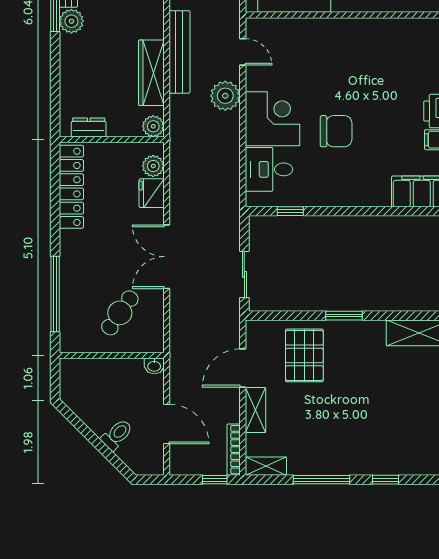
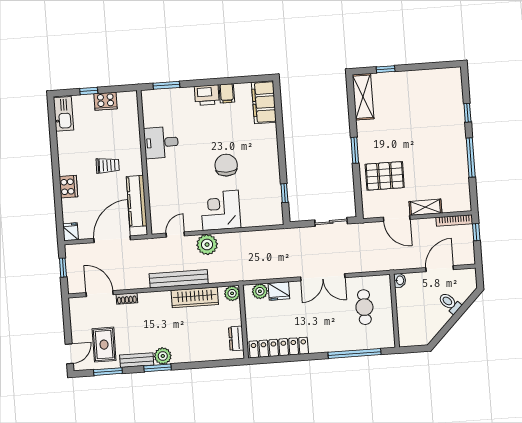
desk: (269, 169) -> (161, 142), moved, turned 90
cafe table: (120, 313) -> (364, 307), turned 55
shelving: (266, 466) -> (464, 197), removed

